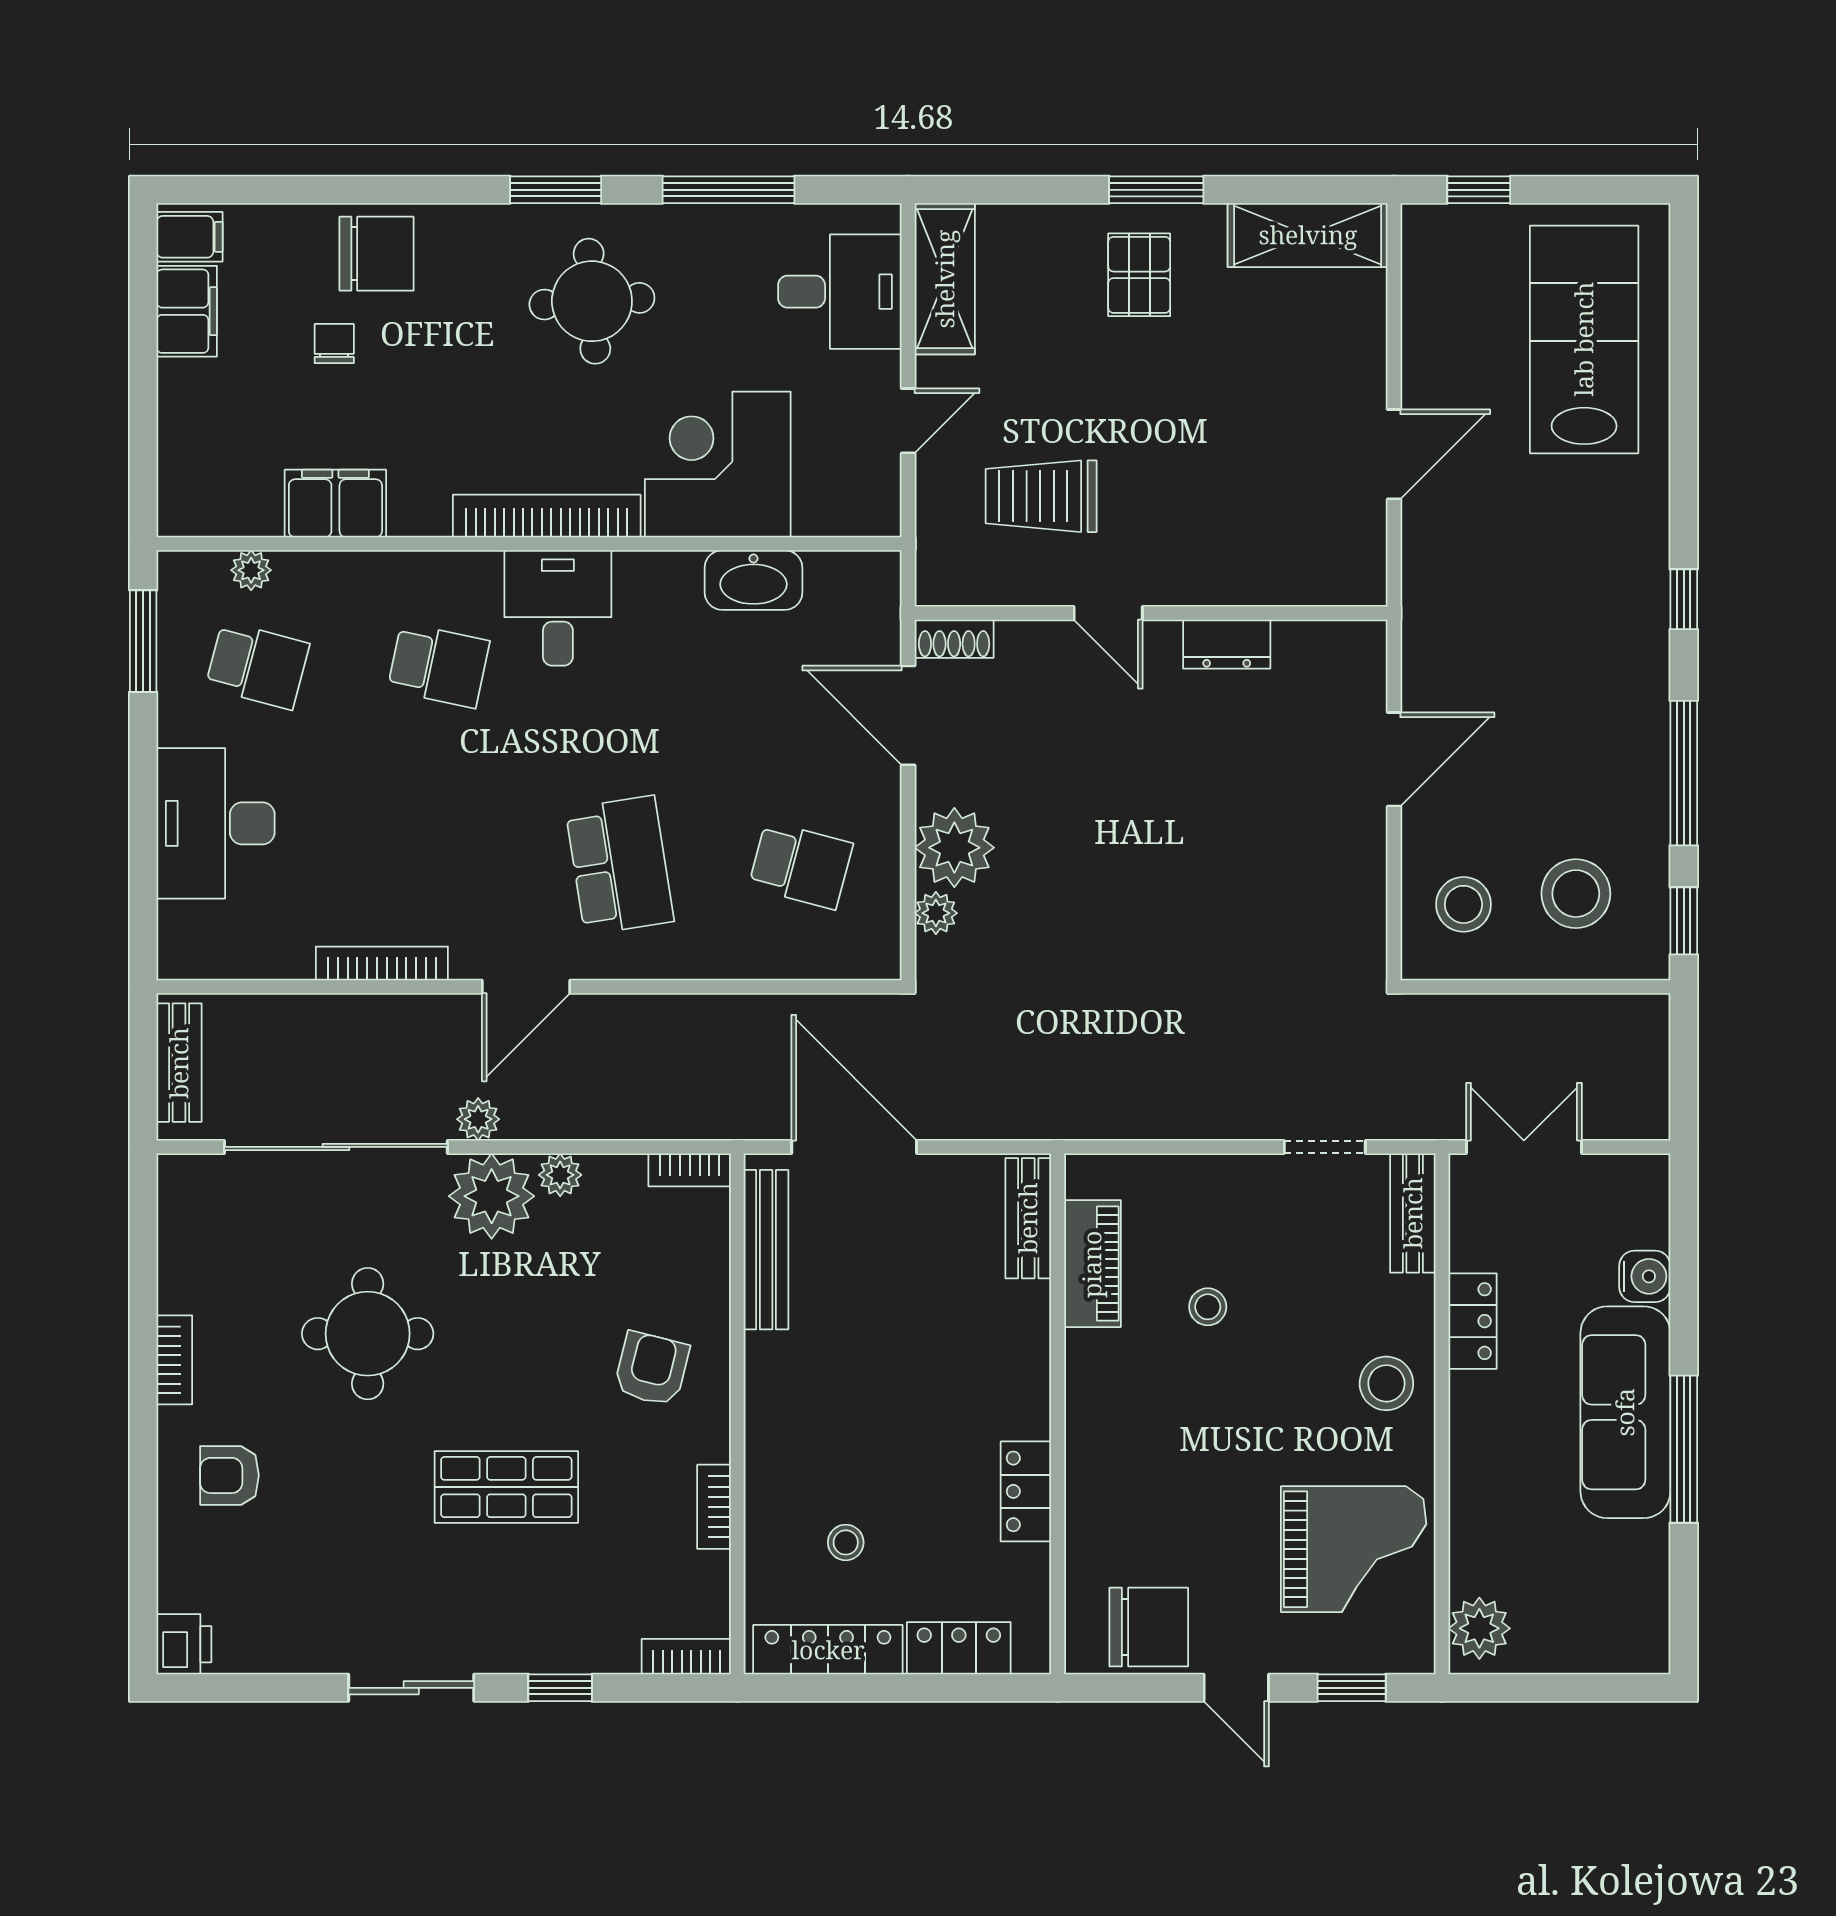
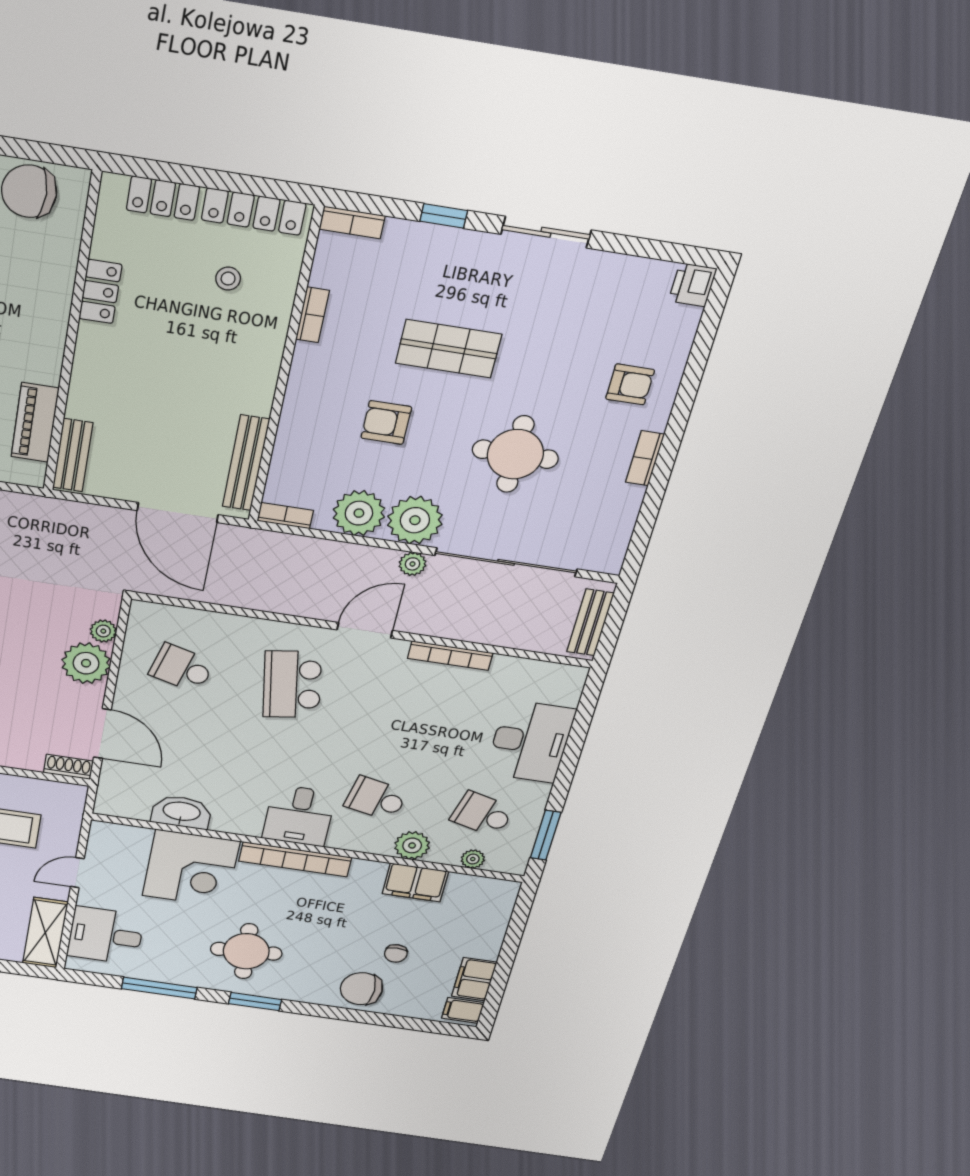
plant: (358, 580) -> (412, 845), added
plant: (560, 1175) -> (359, 513), width x1.87, depth x1.87
armchair: (652, 1369) -> (386, 423), moved, turned 76

